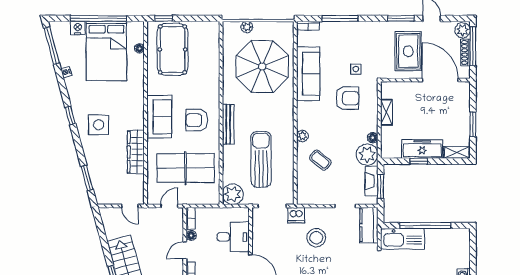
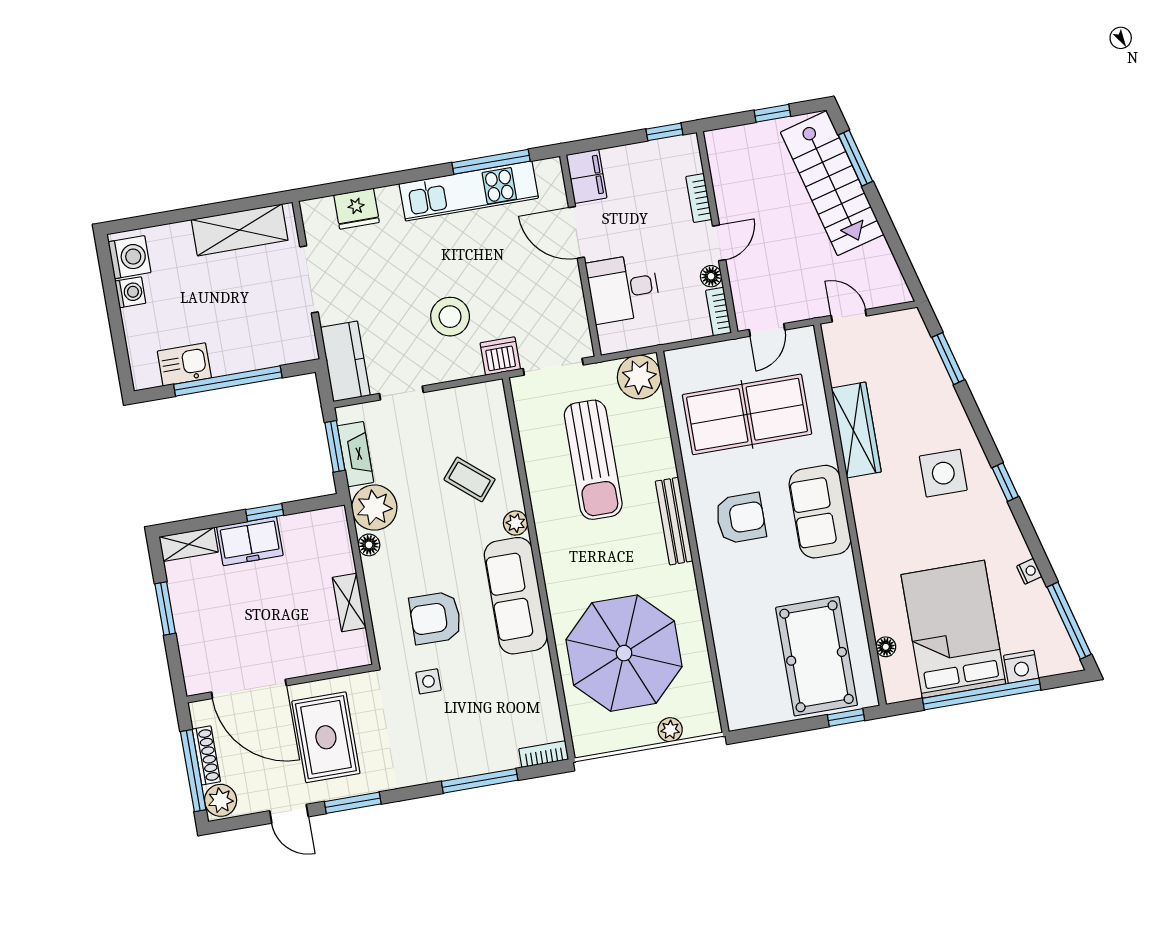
sofa: (308, 74) -> (516, 596), moved
freezer: (422, 149) -> (250, 541), width x0.71
kitchen sink: (402, 239) -> (184, 364), moved, width x0.53, depth x0.81

